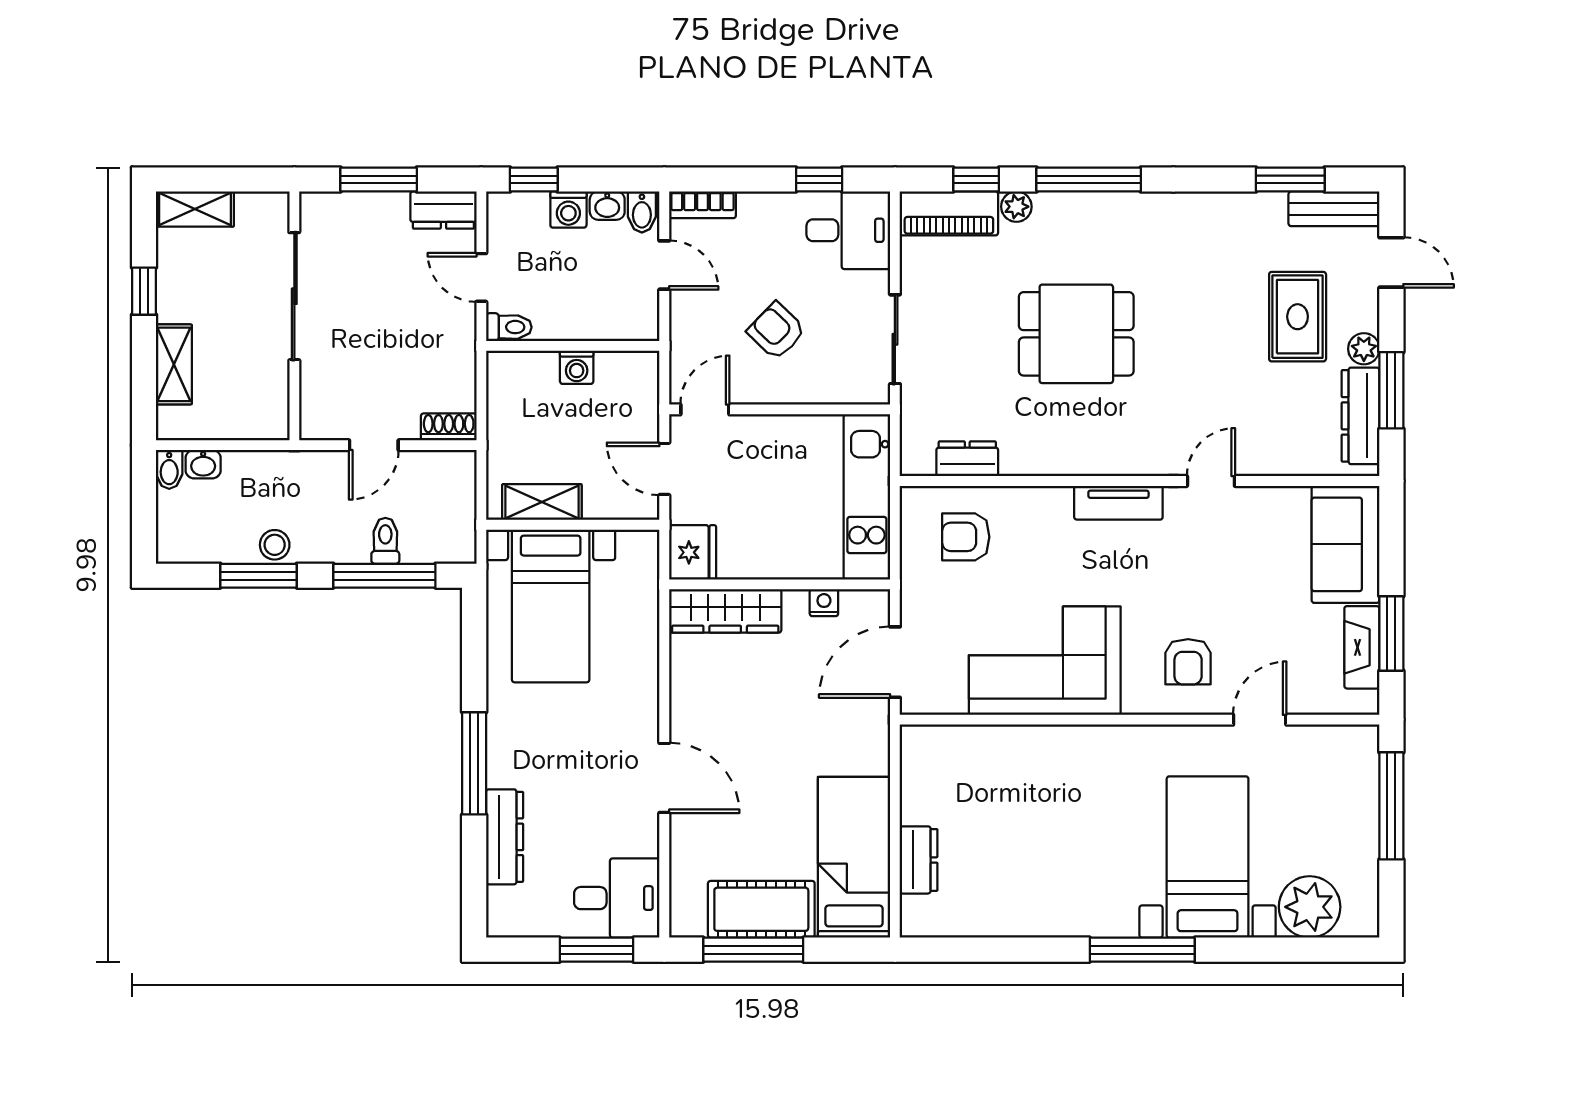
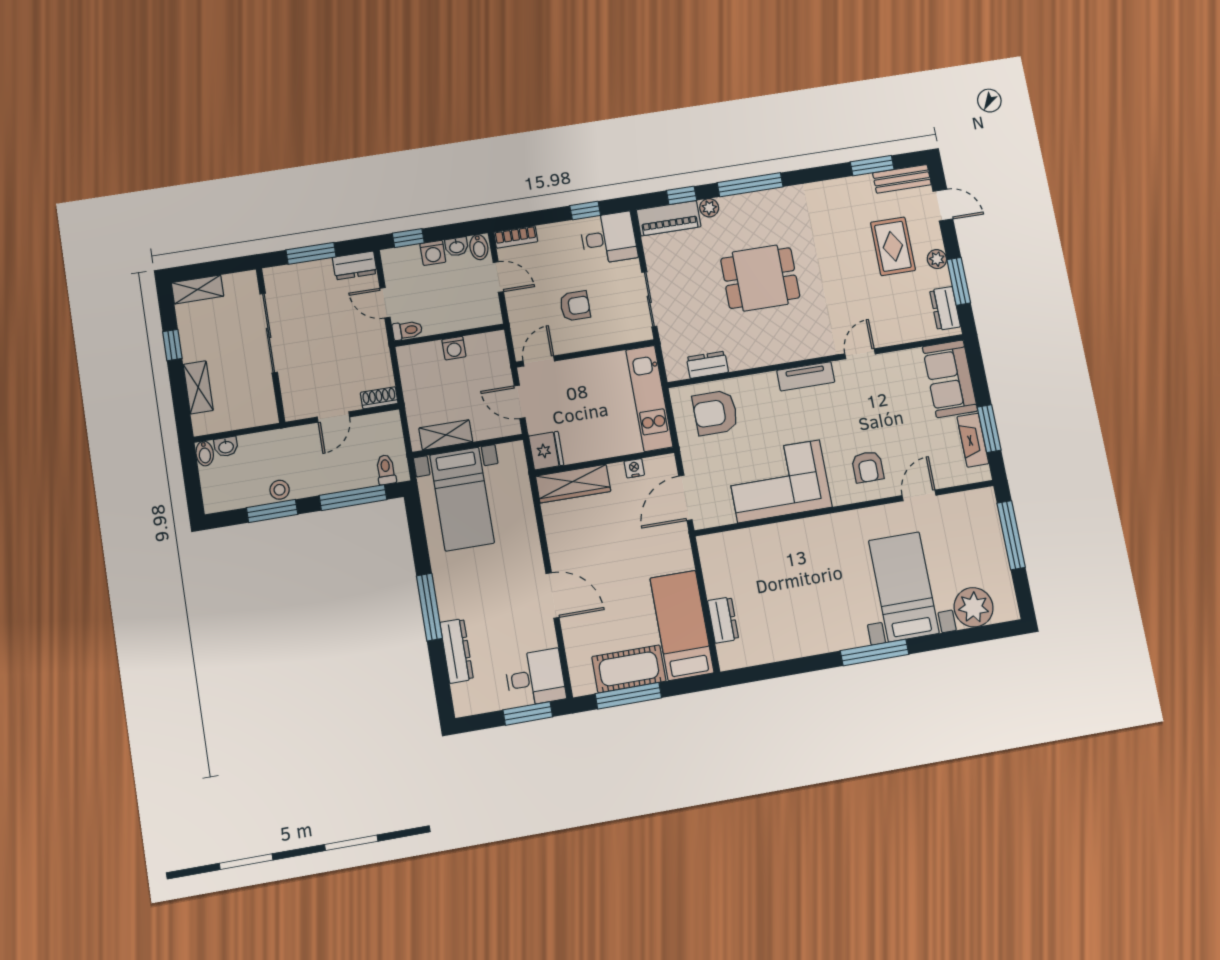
armchair: (776, 331) -> (575, 306), turned 136
dresser: (1361, 416) -> (945, 308), width x0.70
armchair: (966, 537) -> (715, 413), width x1.38, depth x1.38
toilet: (385, 541) -> (386, 470), moved

